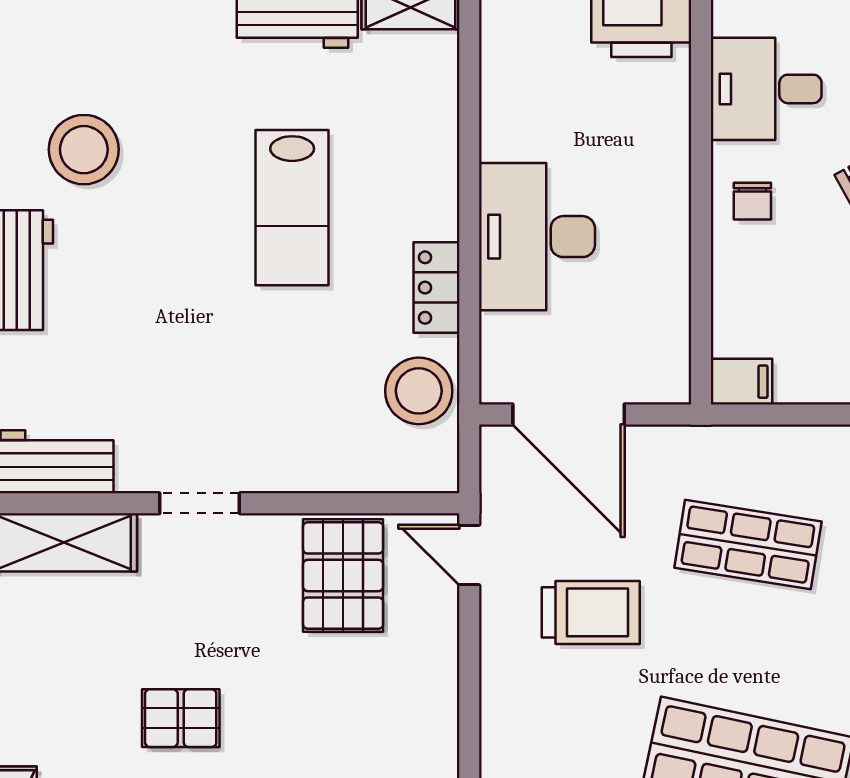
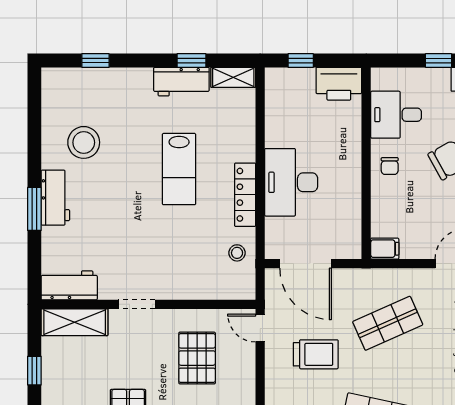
locker: (436, 288) -> (245, 195), width x1.53
stool: (419, 391) -> (237, 253), width x0.53, depth x0.53
shop shelf: (748, 545) -> (388, 323), turned -33
pallet: (343, 575) -> (197, 358), moved

